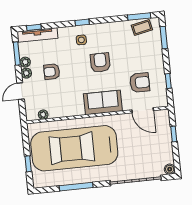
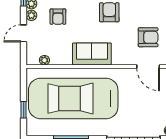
armchair: (52, 72) -> (58, 17), turned -90
sofa: (103, 102) -> (92, 54), moved

